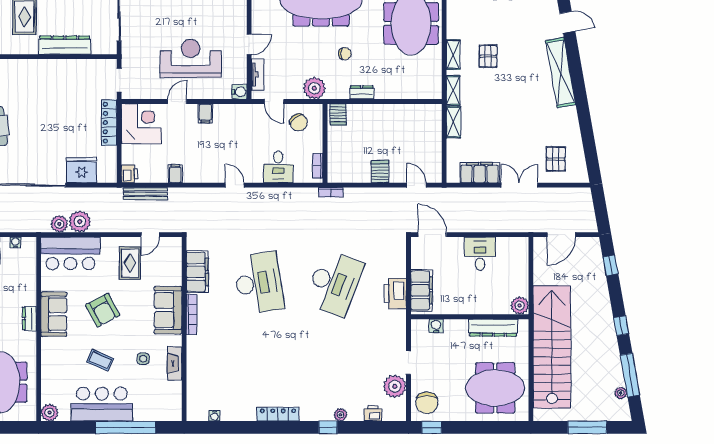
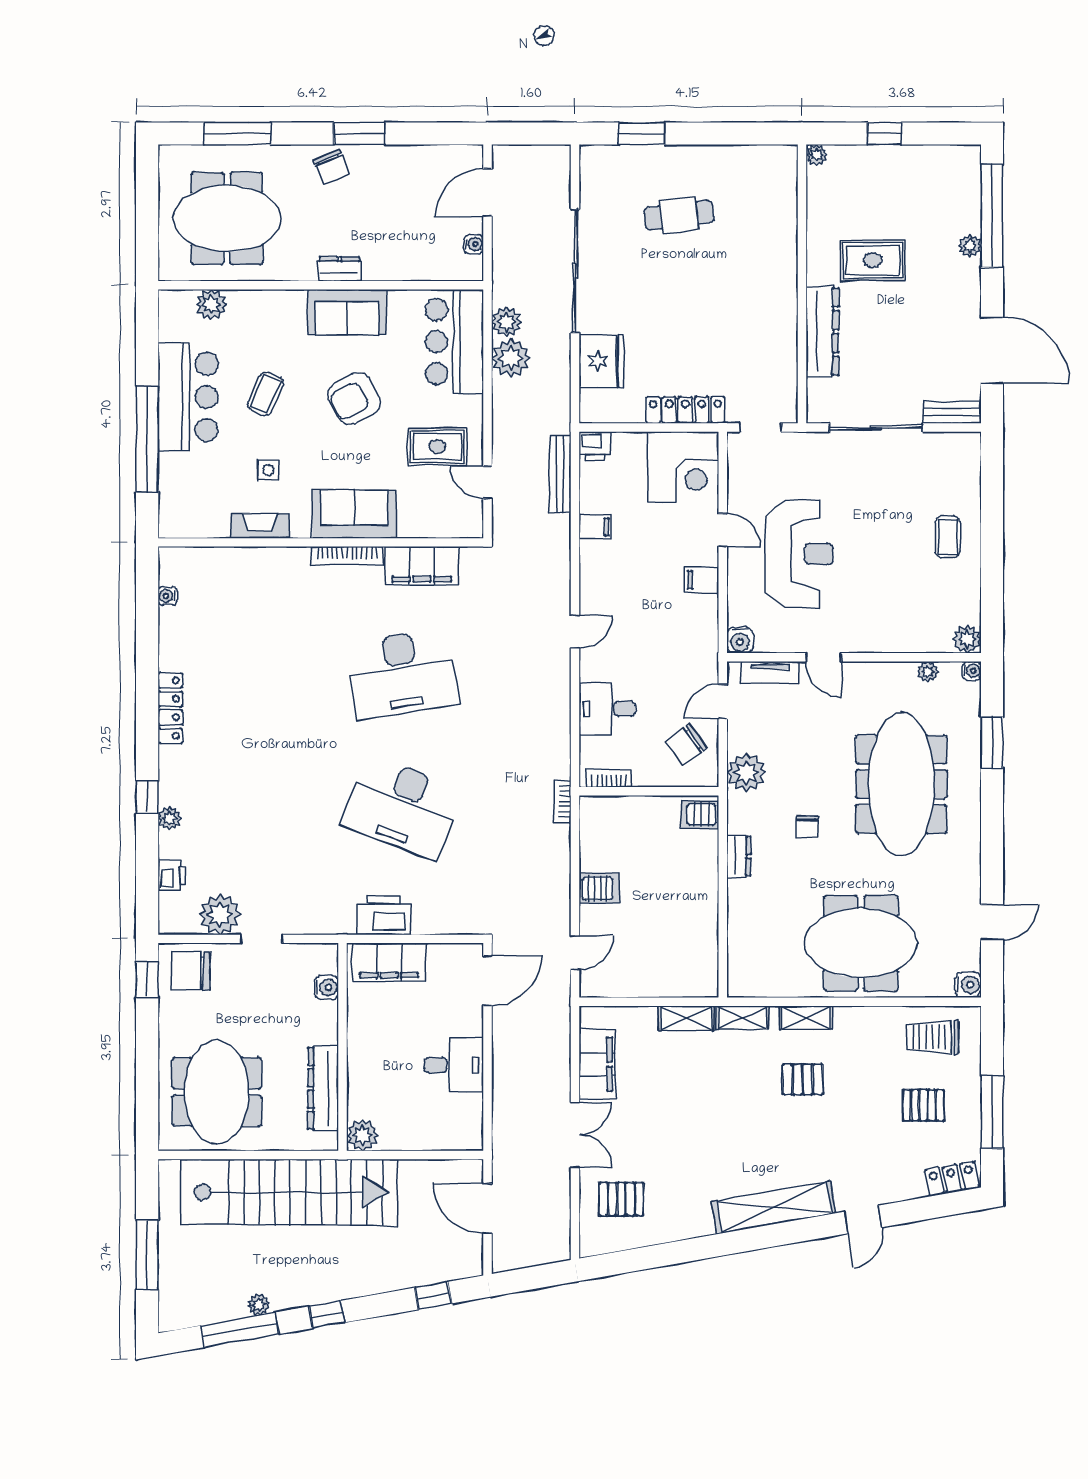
plant: (621, 393) -> (259, 1305), moved
plant: (50, 413) -> (211, 305), moved

